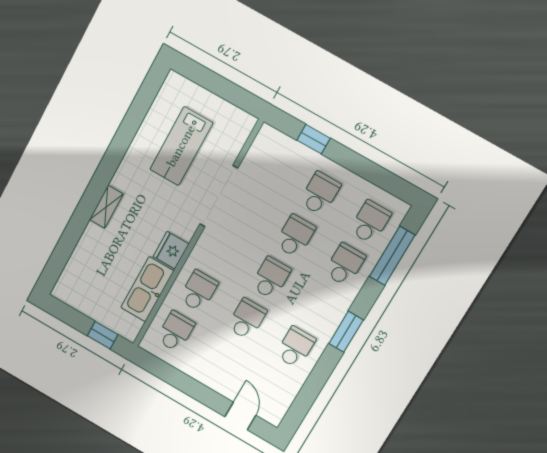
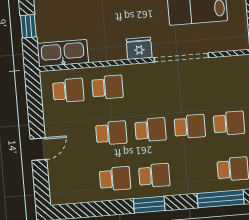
fridge: (171, 250) -> (139, 48), moved
school desk: (345, 265) -> (154, 175), moved
kitchen sink: (147, 289) -> (63, 53), moved
window: (103, 335) -> (28, 26), moved
door: (240, 416) -> (38, 149), moved

